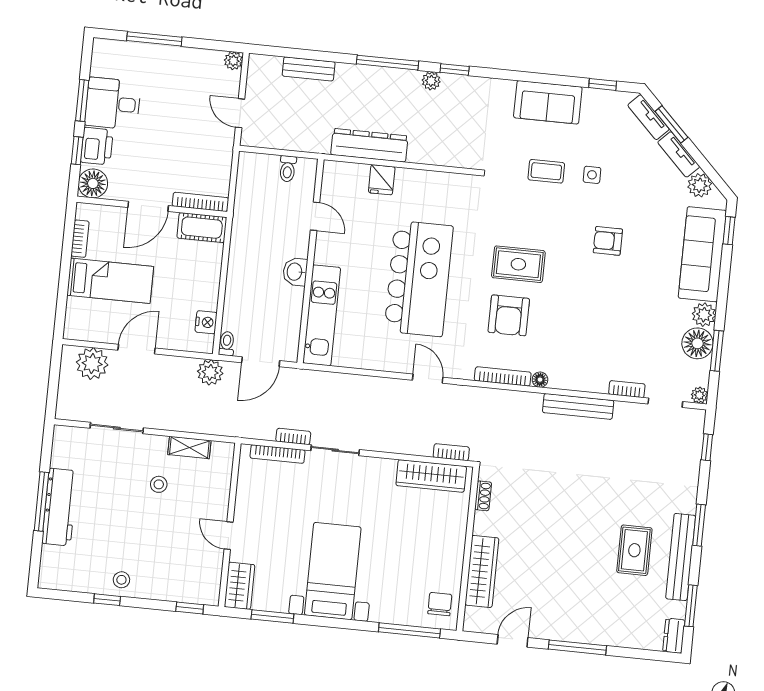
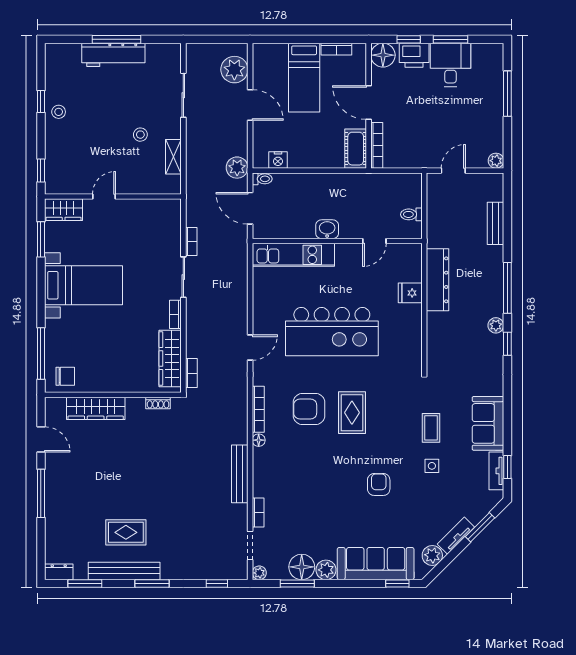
tv unit: (648, 117) -> (496, 471), moved, turned -45
bookcase: (278, 454) -> (175, 314), moved, width x0.64

